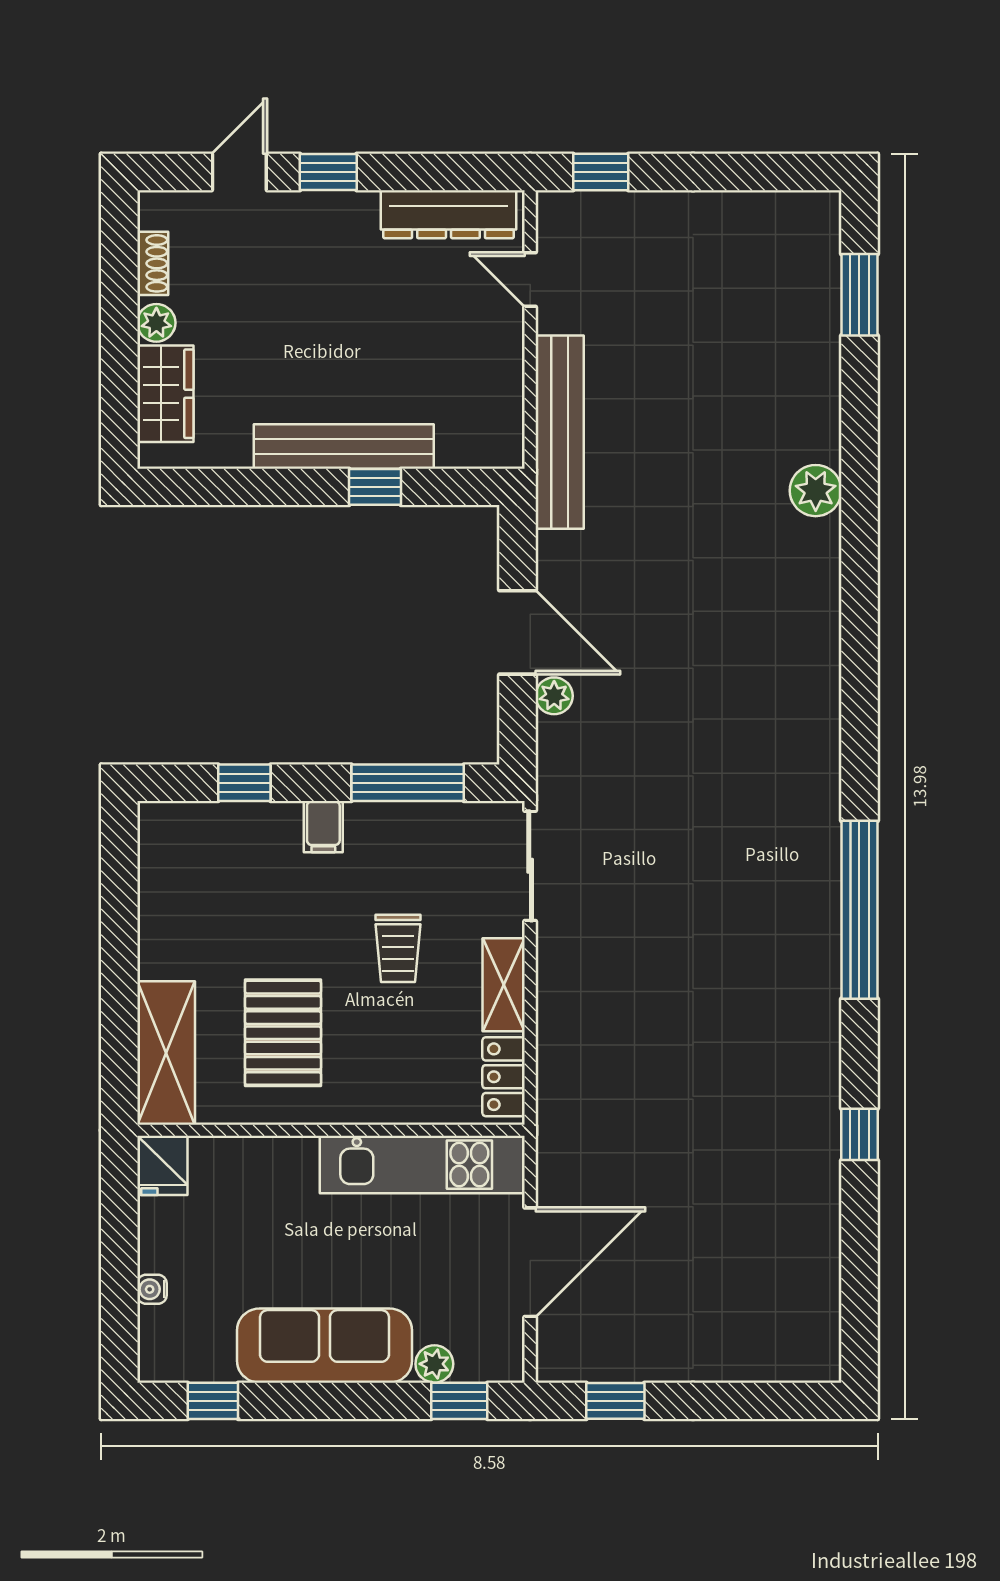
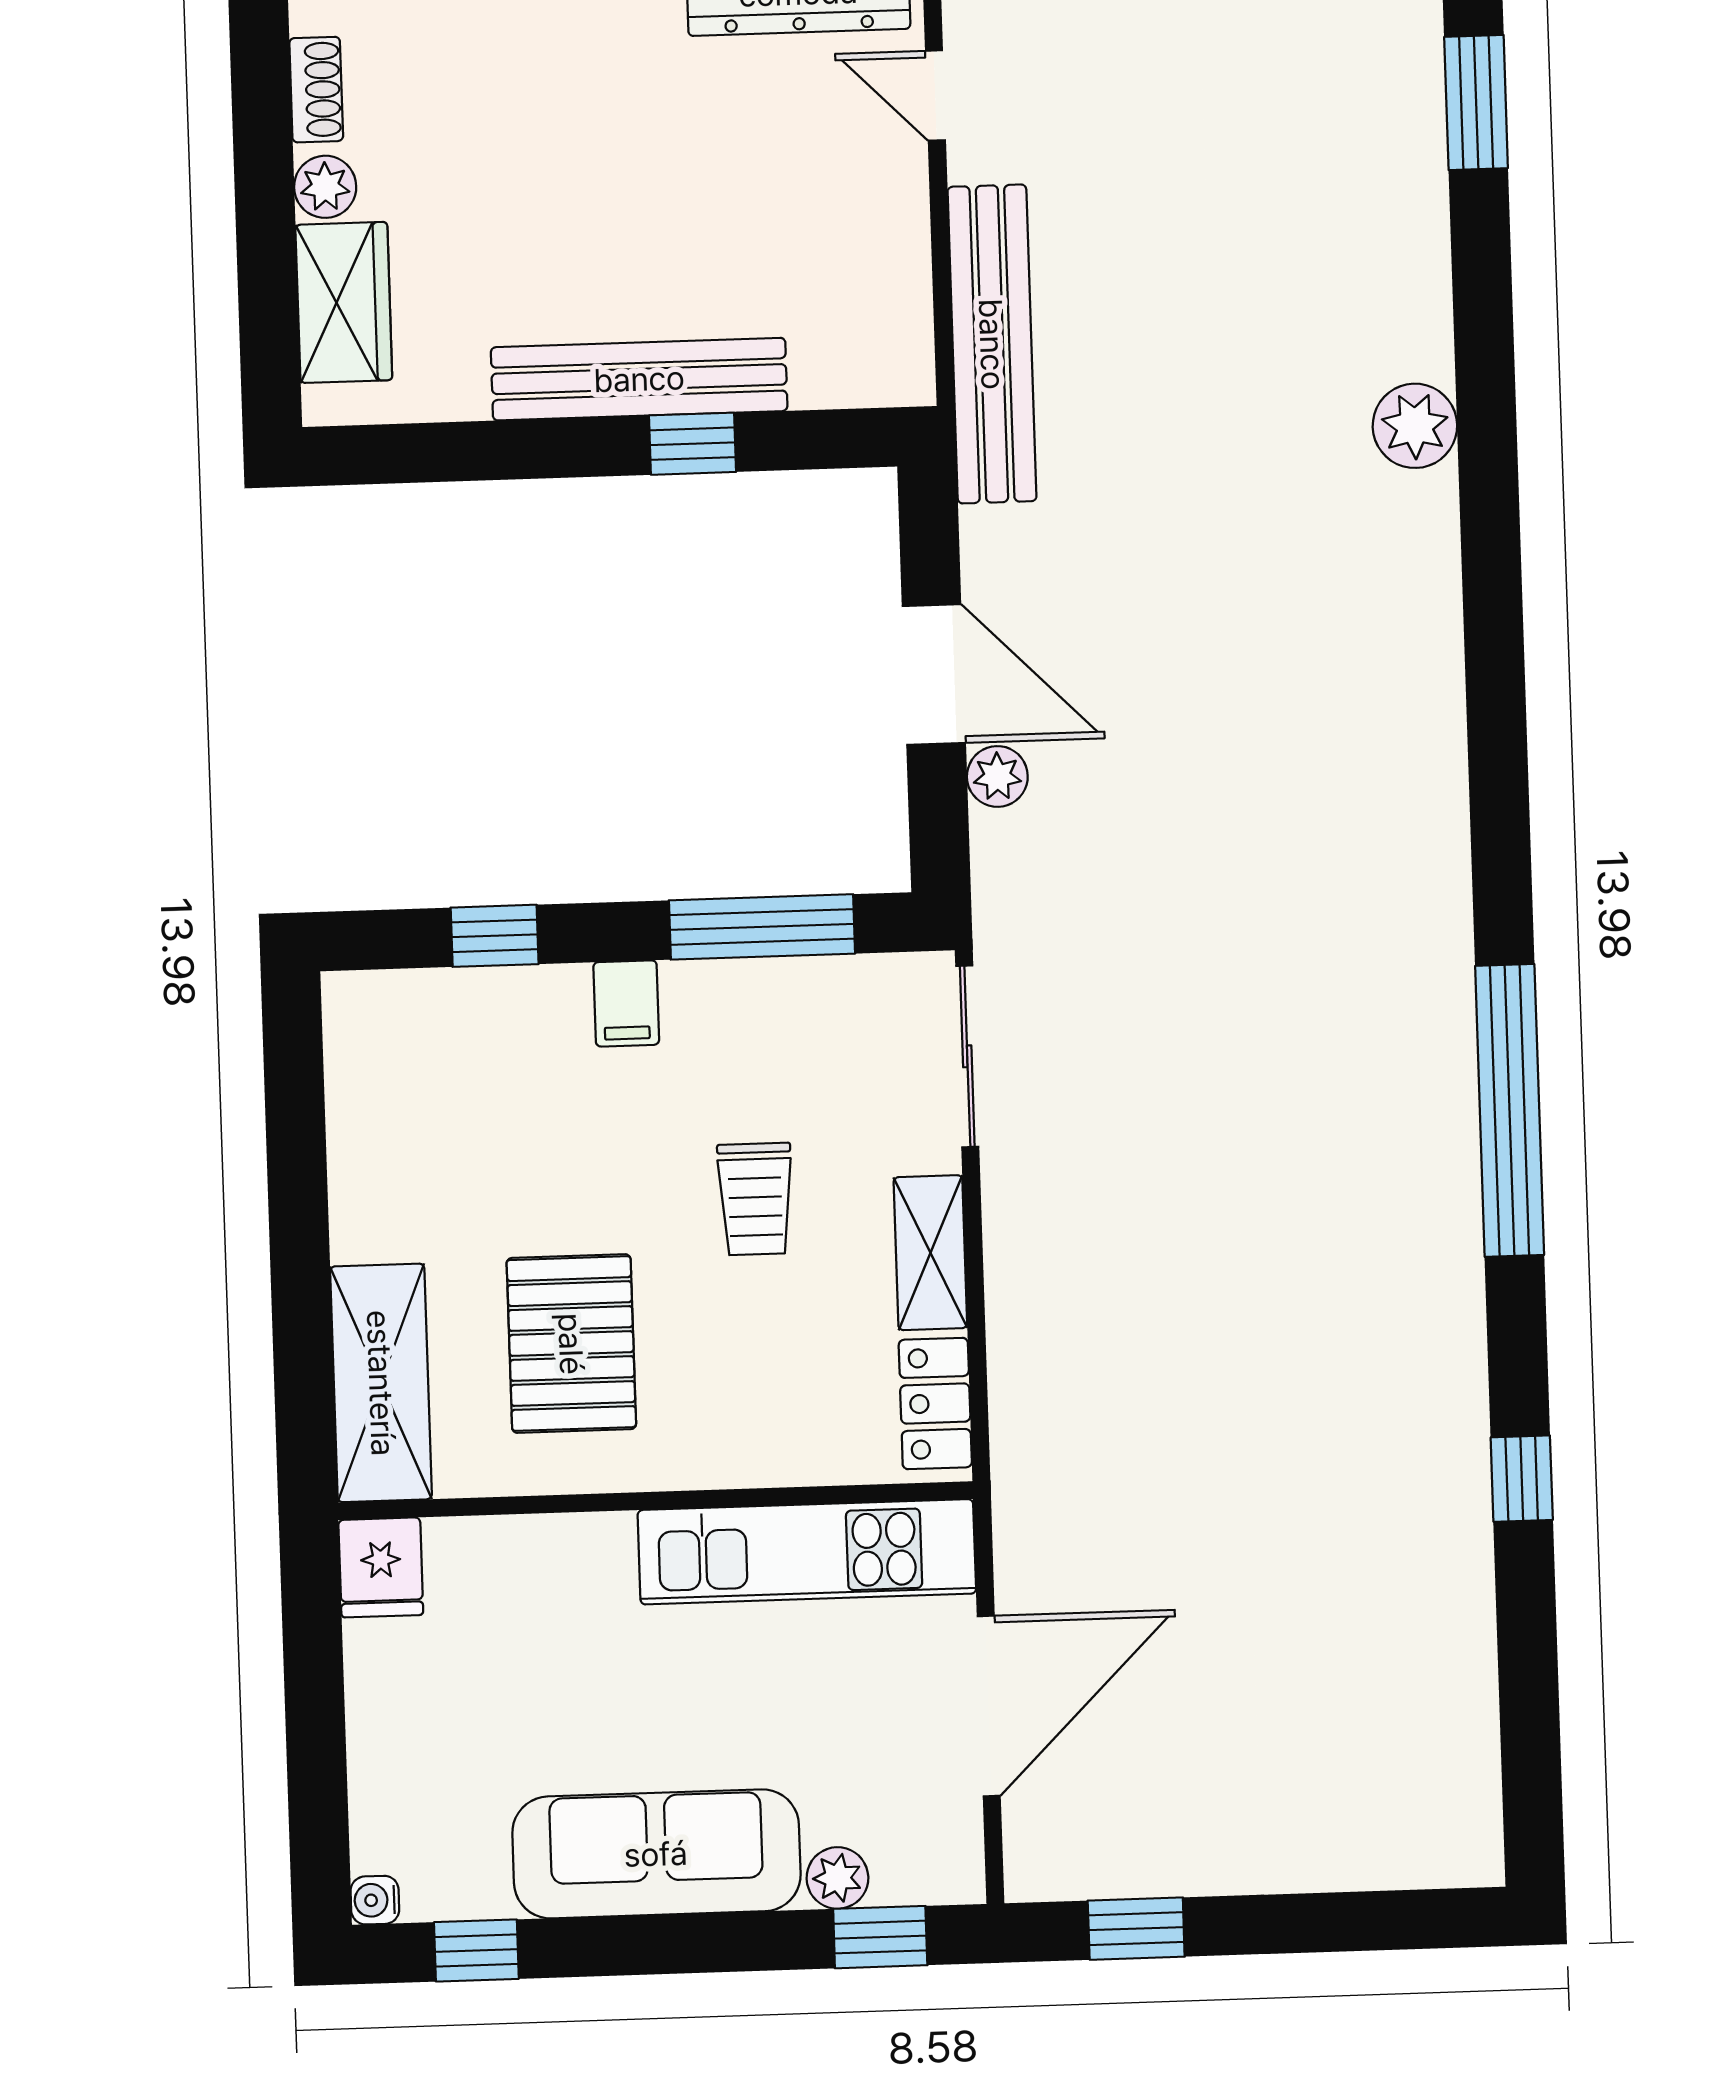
water cooler: (152, 1289) -> (375, 1900), moved

